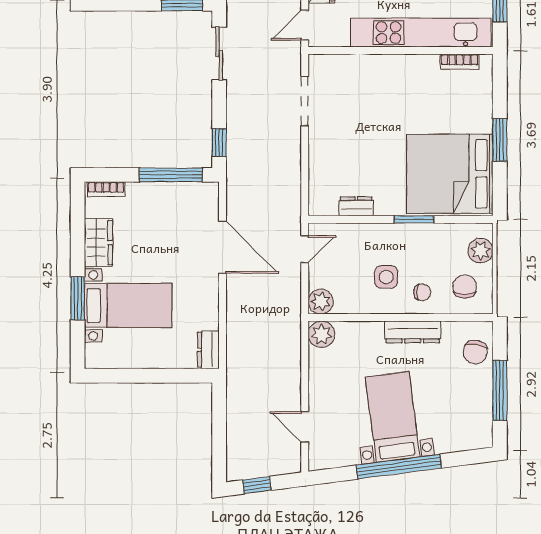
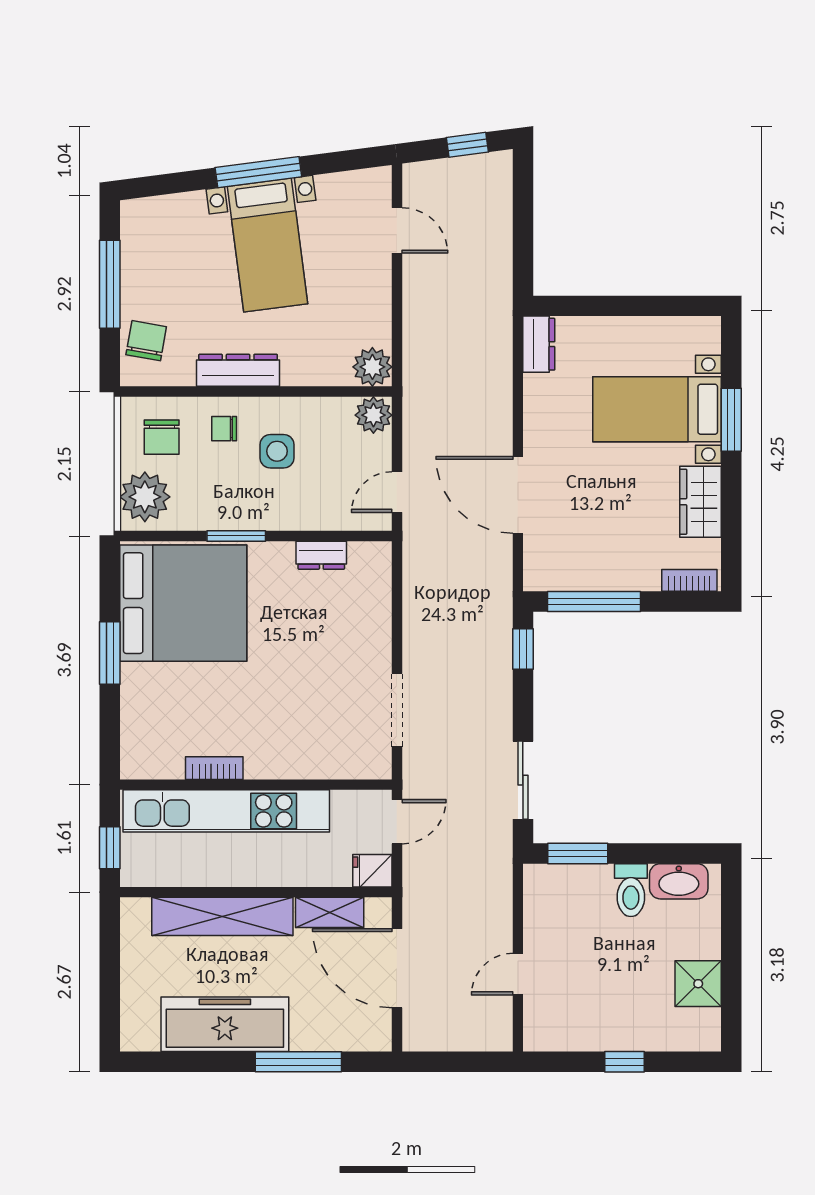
bookcase: (460, 62) -> (214, 768), moved
plant: (481, 251) -> (145, 497), width x1.36, depth x1.36
window: (399, 467) -> (258, 172), width x0.68

